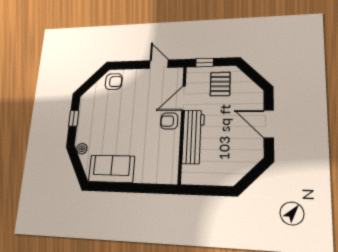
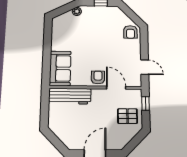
door: (159, 64) -> (145, 67), hinge flipped
workbench: (193, 137) -> (70, 96), moved
sofa: (112, 169) -> (60, 68), moved

